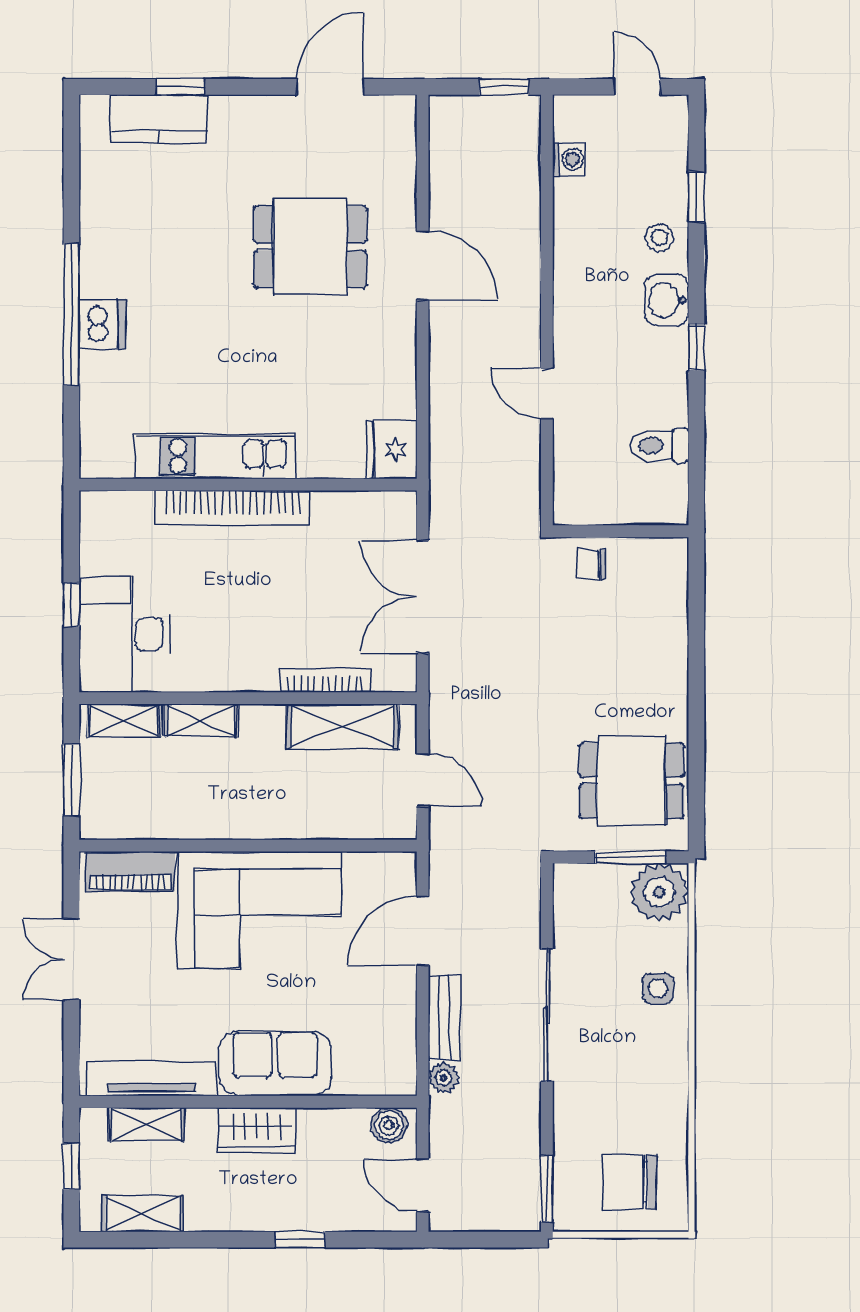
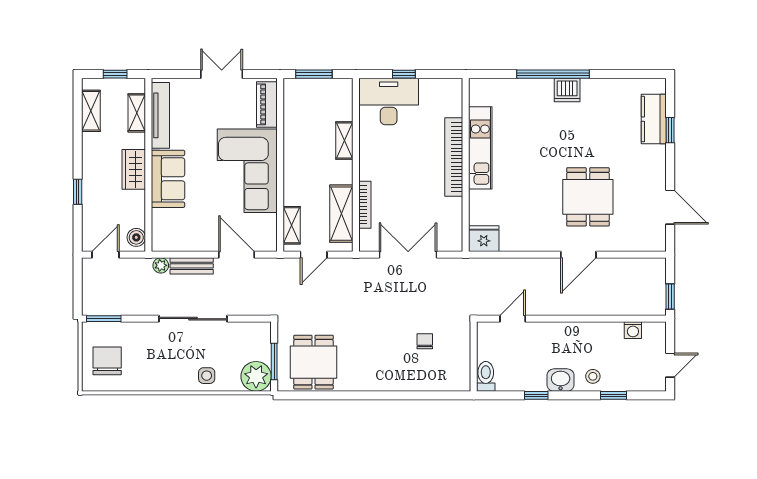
dishwasher: (102, 324) -> (567, 90), moved
wall: (621, 531) -> (474, 356), moved
shelving: (124, 721) -> (292, 225), moved

